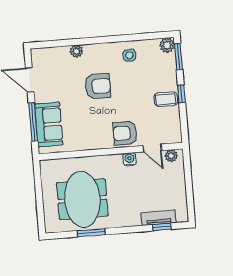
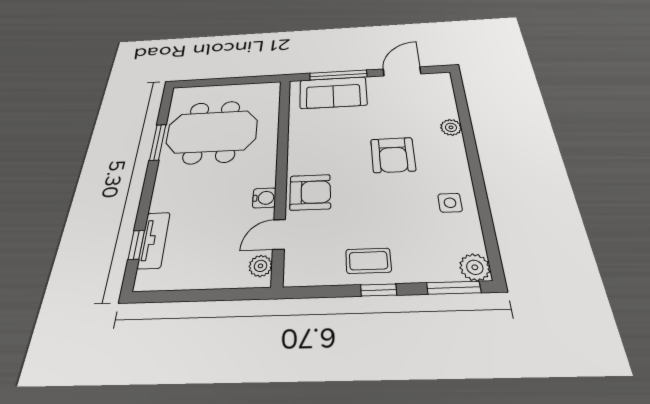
coffee table: (166, 99) -> (368, 261), turned 90
armchair: (125, 133) -> (310, 192), turned 90

